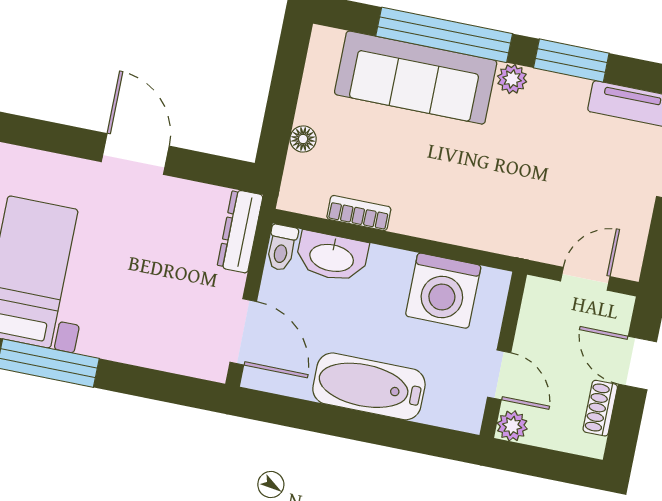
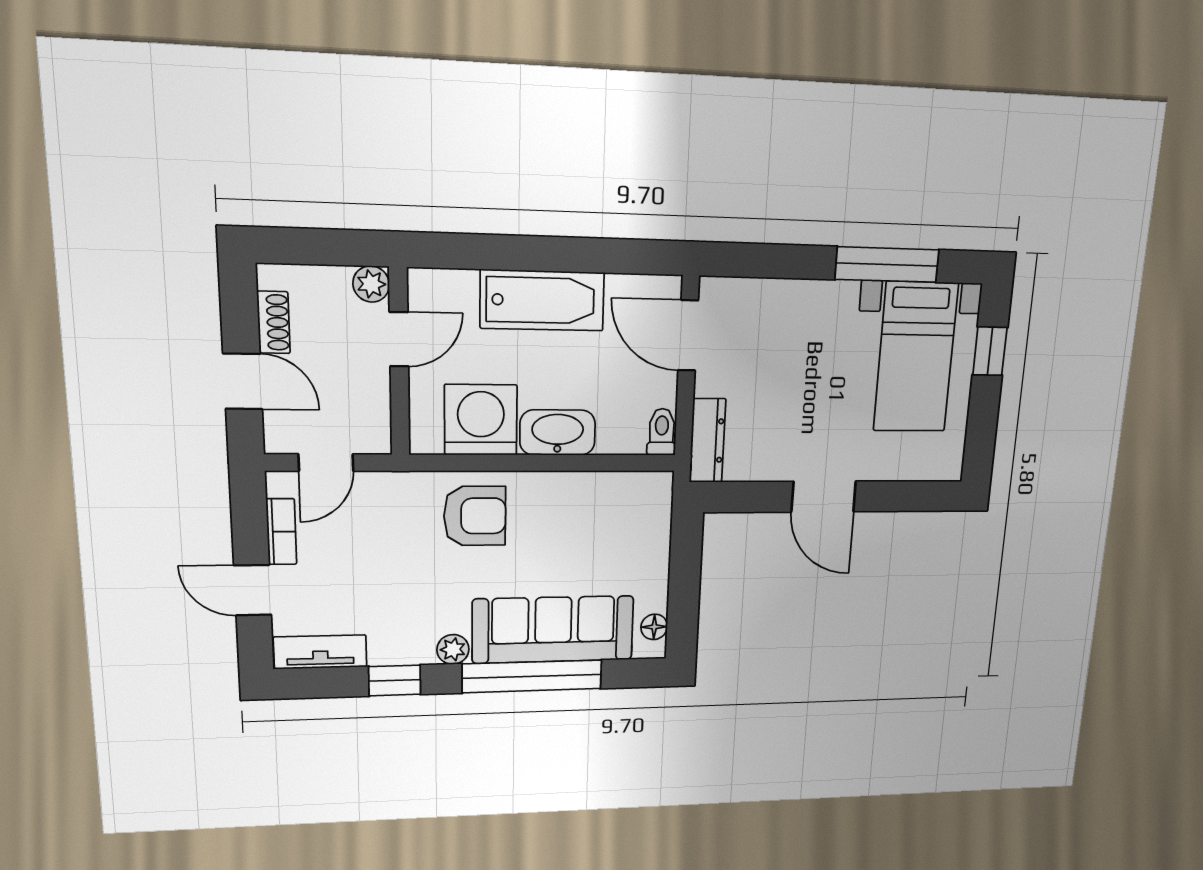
window: (571, 61) -> (395, 680), width x0.67
floor lamp: (303, 139) -> (654, 627), moved
armchair: (466, 203) -> (475, 516), added
bookcase: (359, 213) -> (281, 532), moved, turned -90
washbasin: (332, 257) -> (558, 433), moved
door: (499, 375) -> (399, 339), swing flipped

